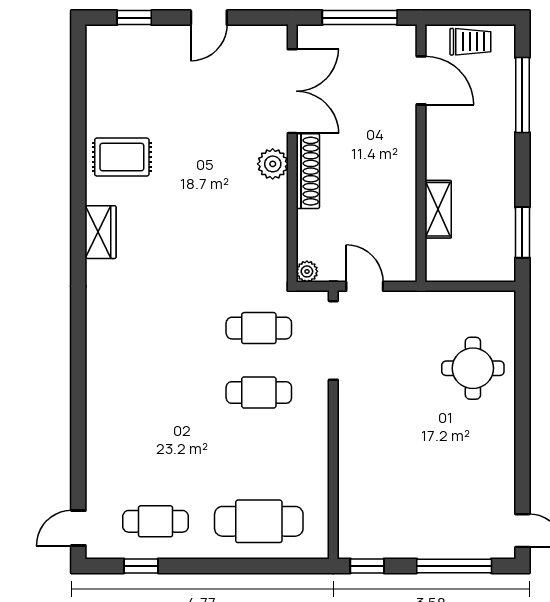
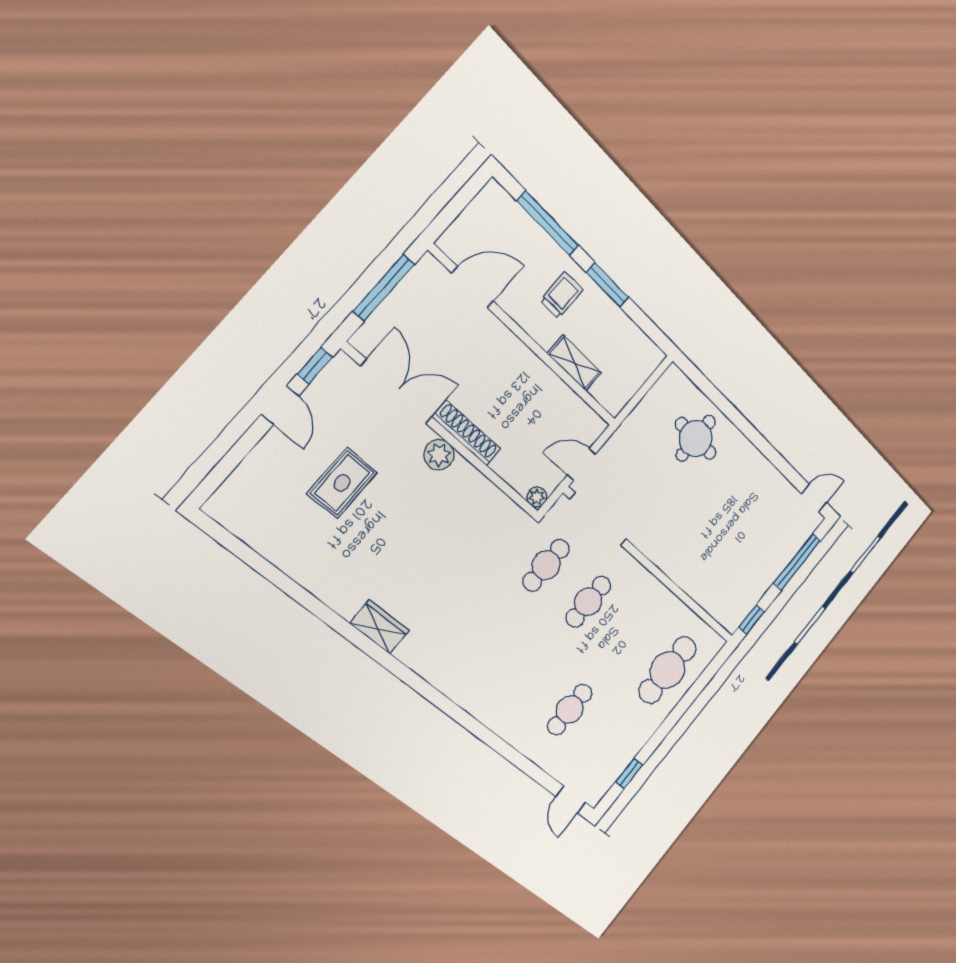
window: (134, 18) -> (315, 366), moved
trolley: (470, 42) -> (561, 295), moved
rug: (122, 157) -> (342, 483), moved
window: (522, 232) -> (608, 285), moved
cafe table: (156, 521) -> (570, 709), moved

